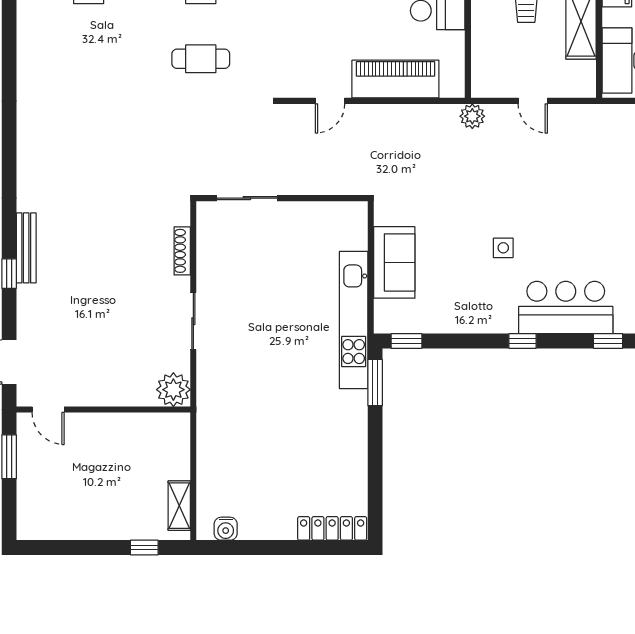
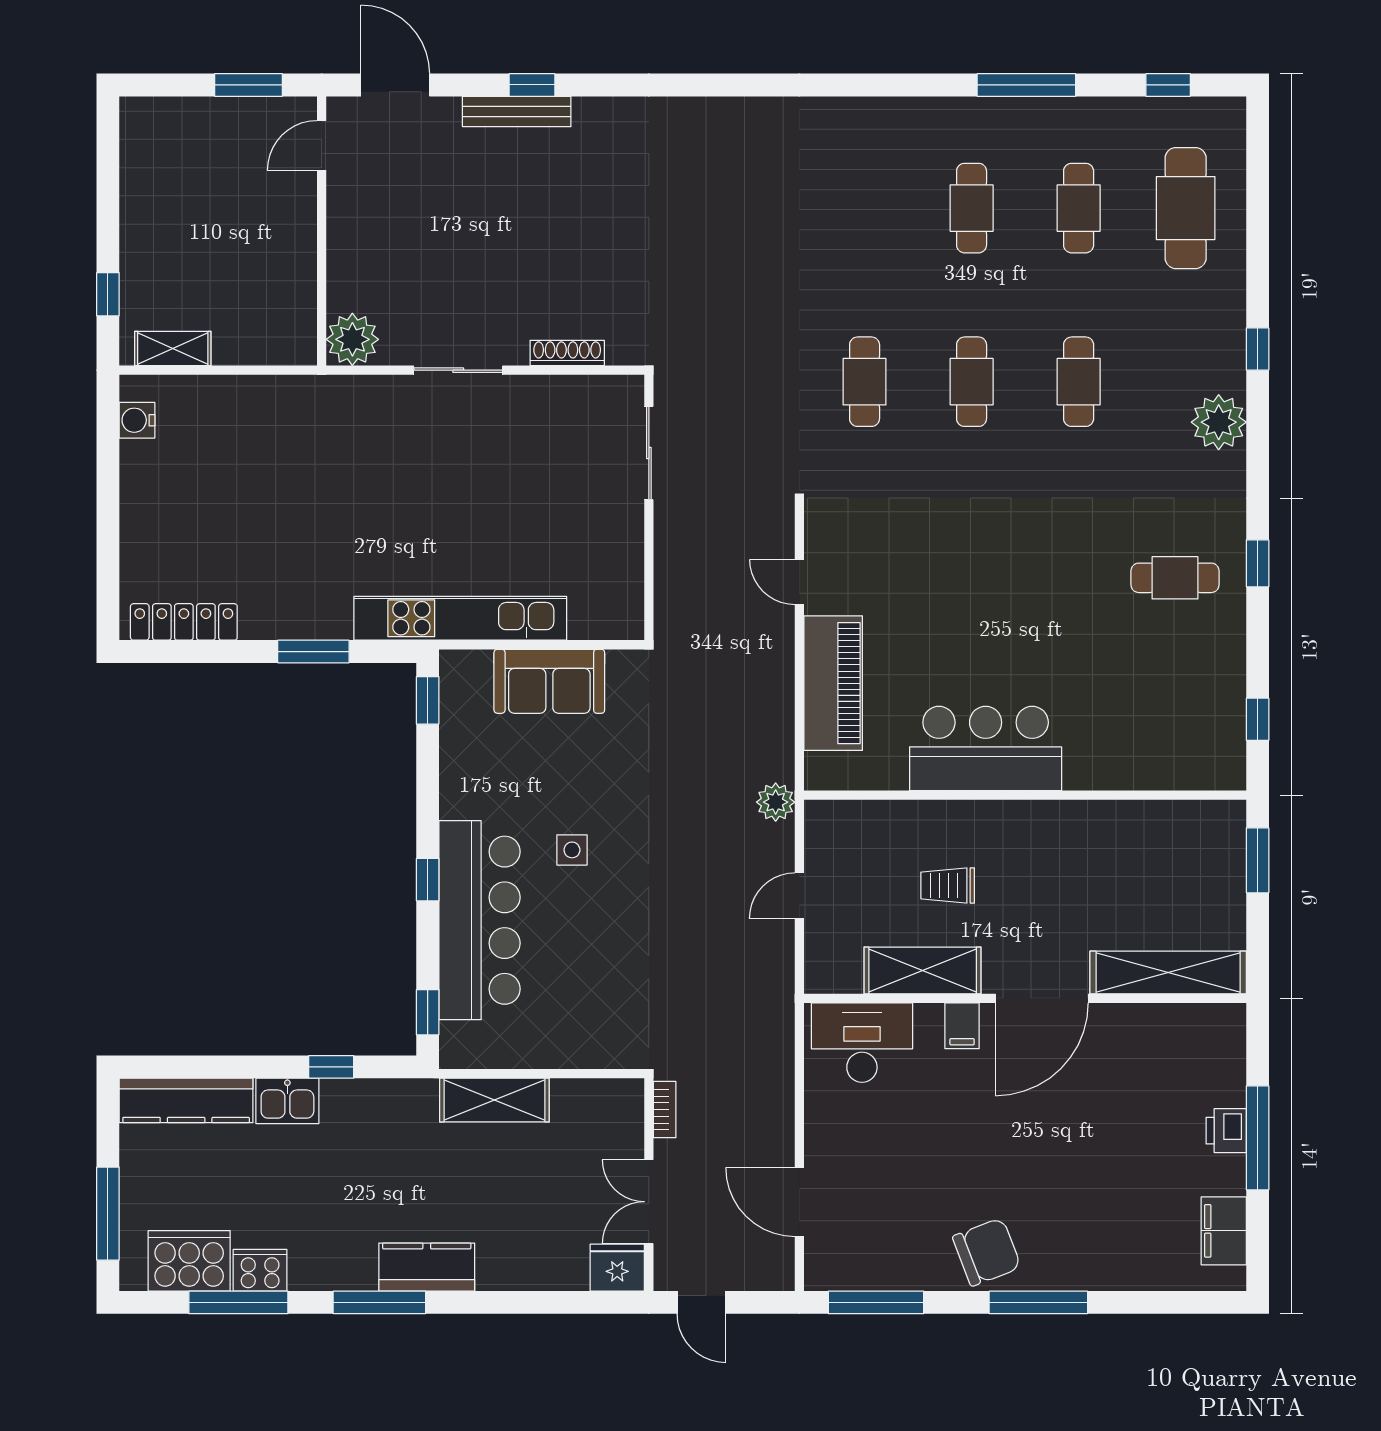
bench: (26, 248) -> (517, 111), moved
bar counter: (566, 308) -> (480, 920), width x1.36
window: (375, 383) -> (313, 652), moved
locker: (332, 528) -> (184, 622), moved, turned -90

